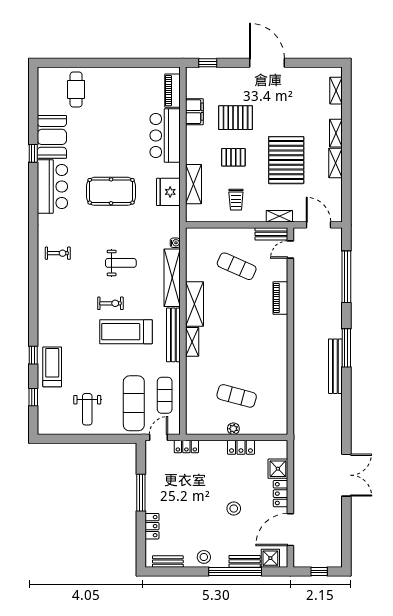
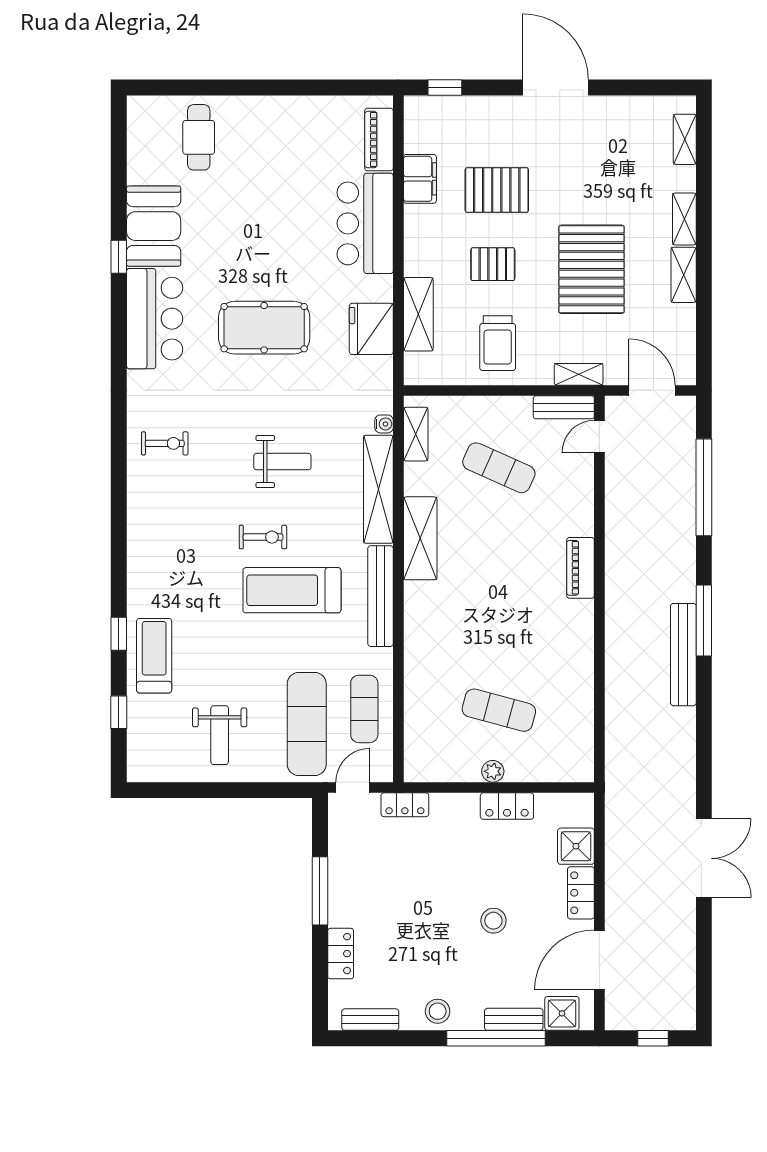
trolley: (236, 200) -> (498, 343), width x1.36, depth x1.39
piano: (280, 298) -> (581, 568), moved
shelving: (192, 342) -> (416, 434), moved

